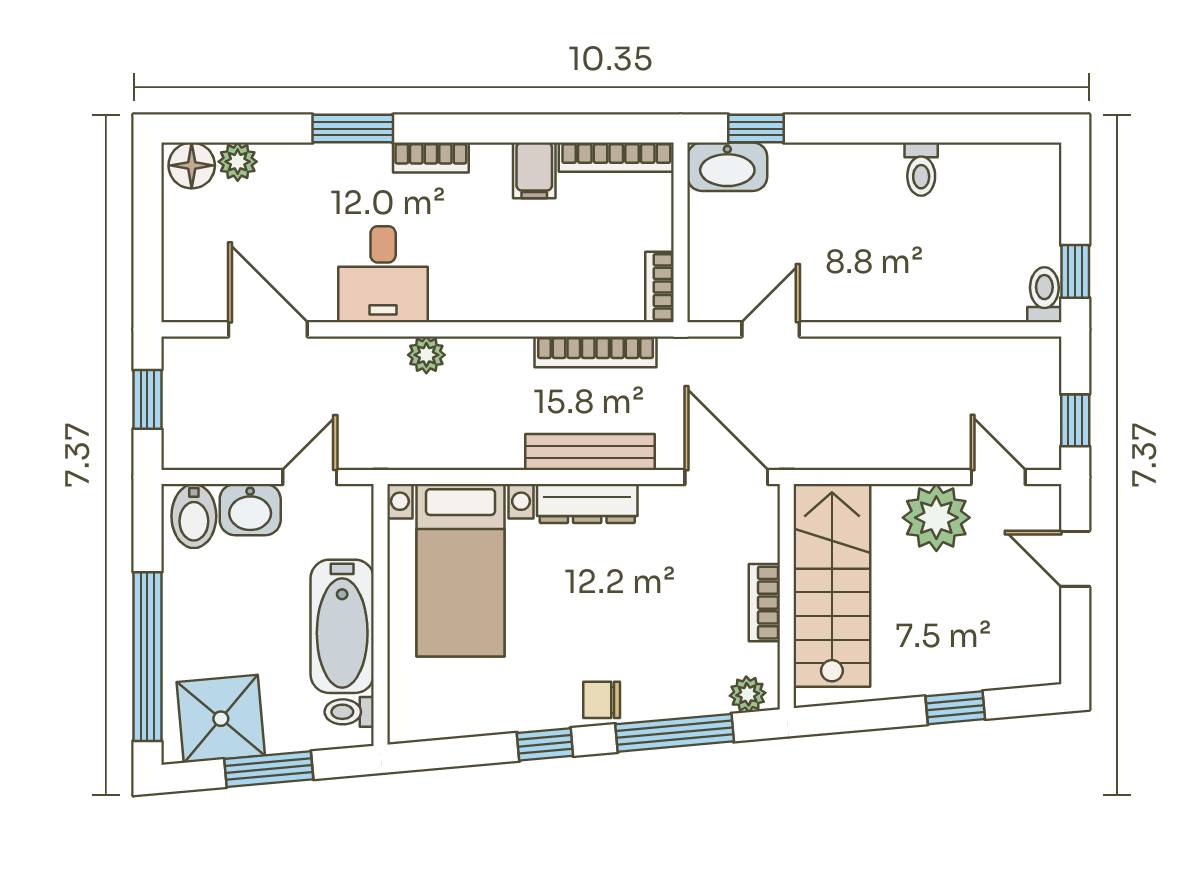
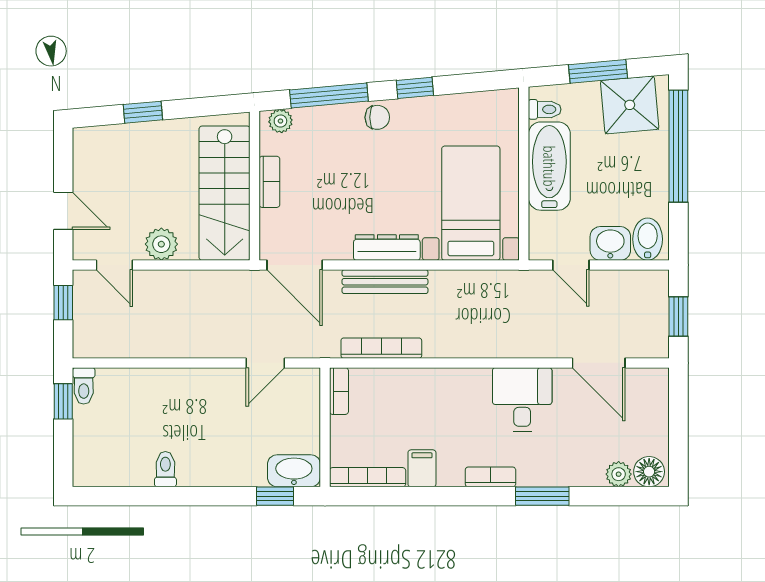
plant: (426, 355) -> (493, 346), removed
door: (310, 477) -> (571, 265), hinge flipped
plant: (936, 518) -> (161, 244), width x0.73, depth x0.73

